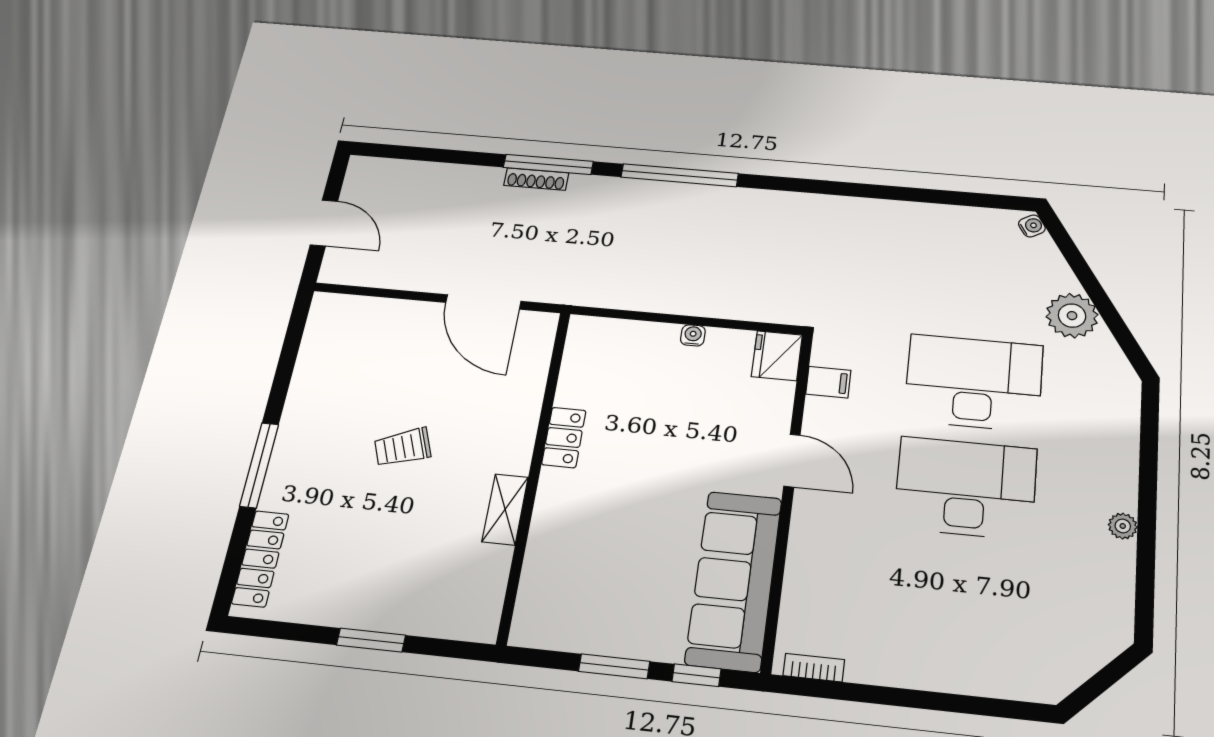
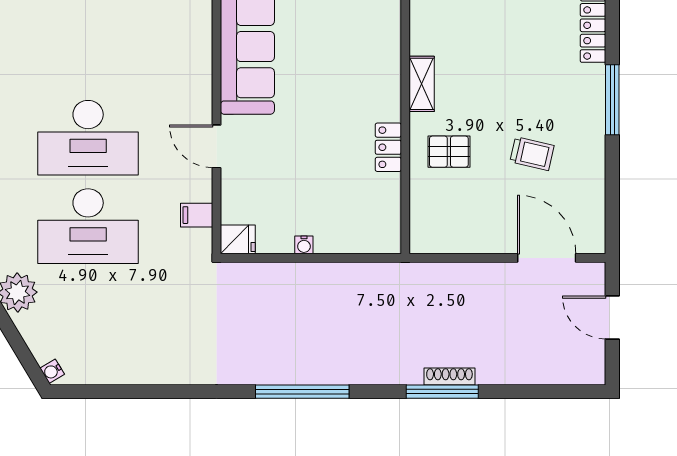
window: (680, 175) -> (302, 392), moved
door: (483, 302) -> (547, 258), moved
fridge: (777, 356) -> (238, 239), width x0.72
pallet: (486, 425) -> (449, 152), added
trolley: (403, 447) -> (532, 154), moved, turned 33

